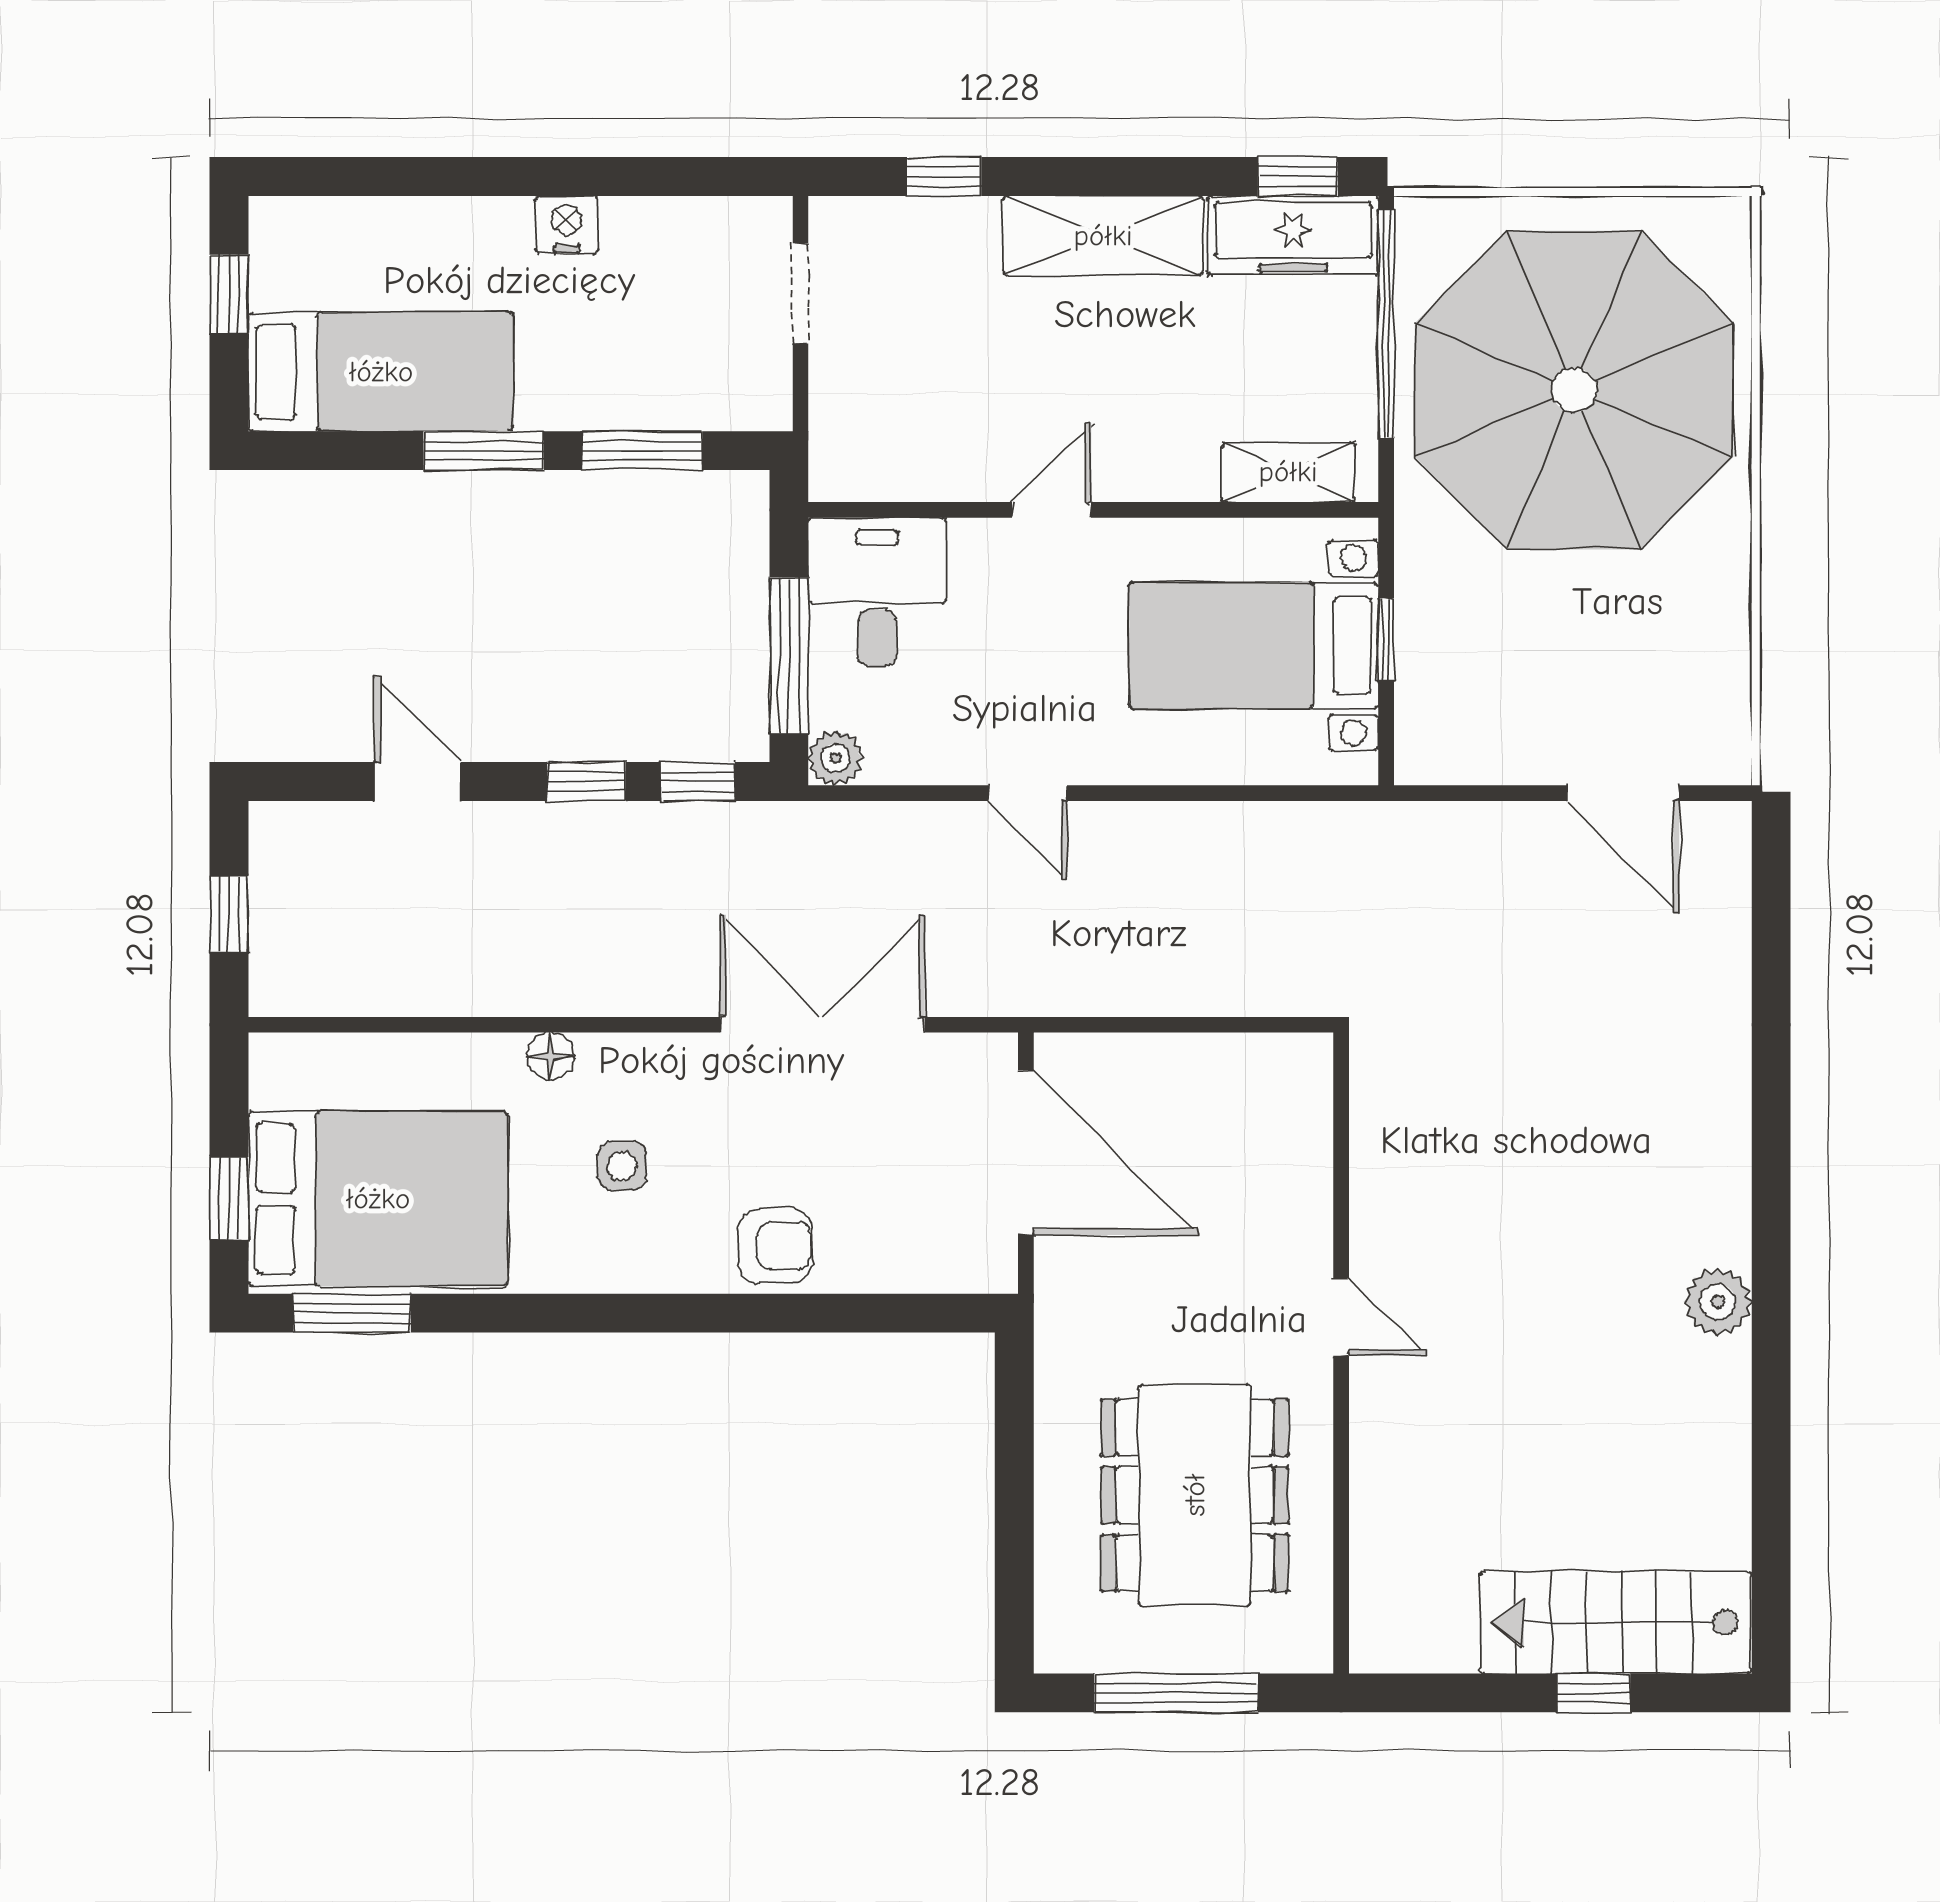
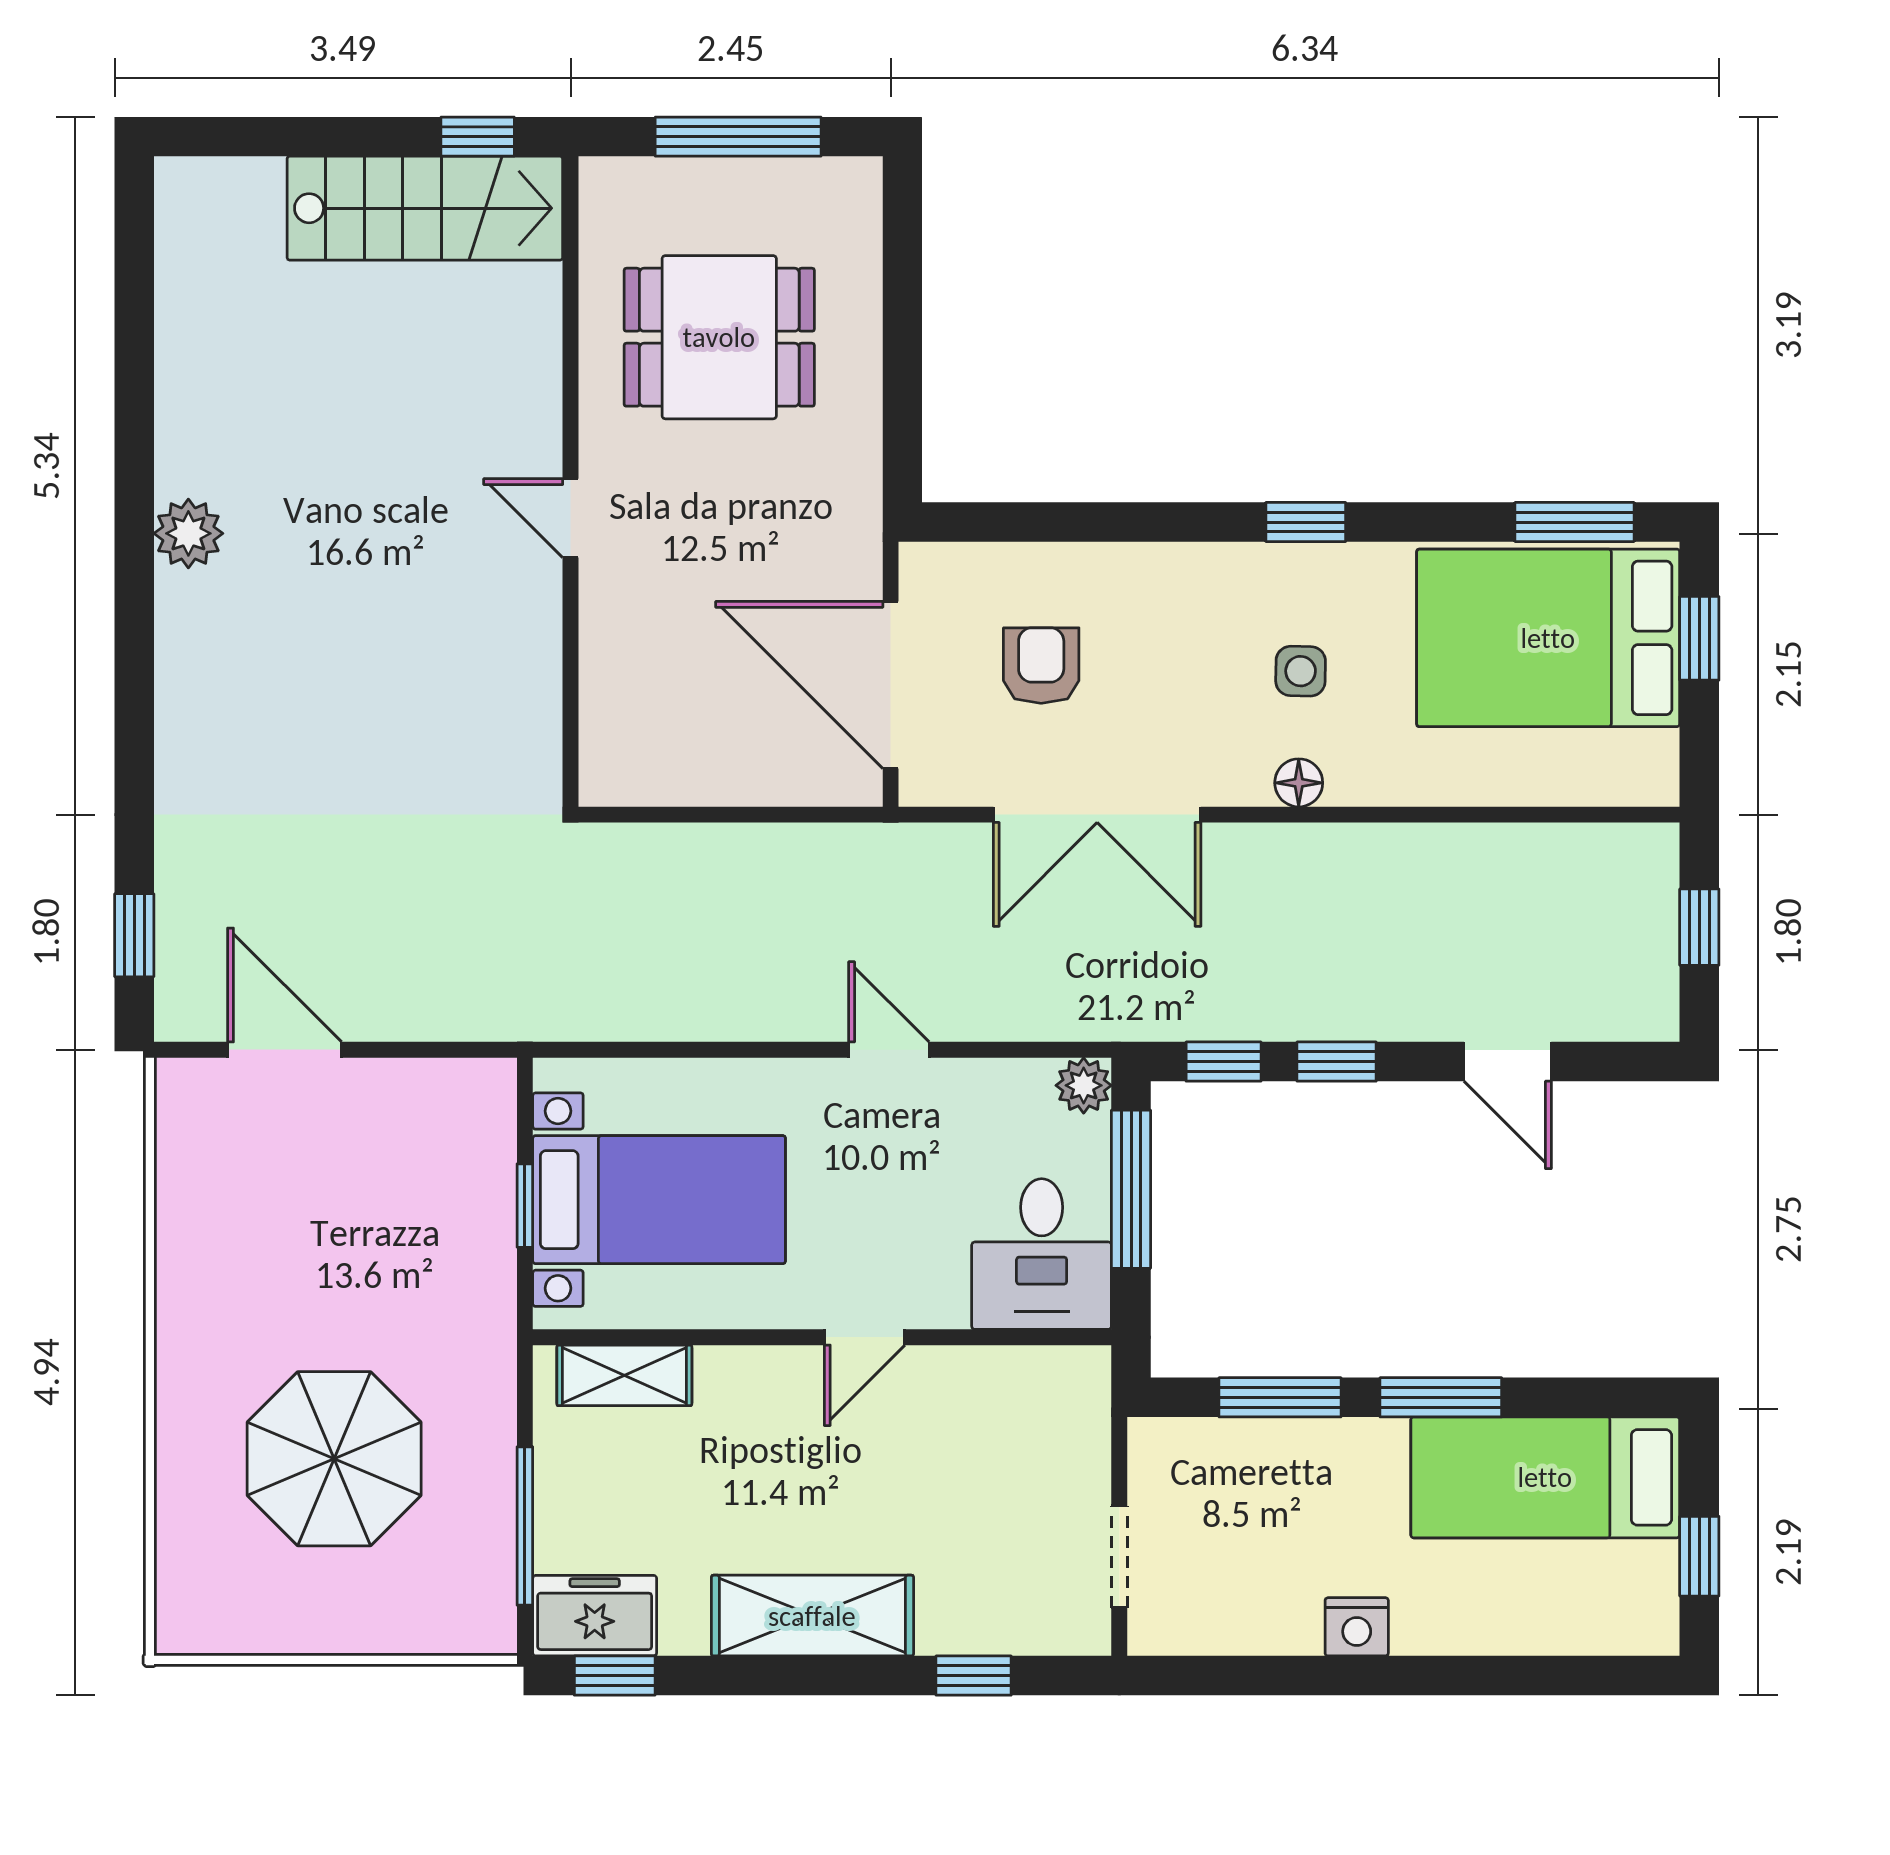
freezer: (1293, 235) -> (595, 1616), width x0.71
window: (1386, 324) -> (525, 1526), width x0.68
parasol: (1574, 390) -> (334, 1459), width x0.54, depth x0.54
window: (1771, 906) -> (134, 935), added
floor lamp: (550, 1056) -> (1299, 783), moved
armchair: (775, 1246) -> (1041, 666), moved, turned 90
window: (617, 1313) -> (1306, 522), added
dining table: (1195, 1495) -> (719, 337), width x0.73
stairs: (1616, 1622) -> (425, 208), moved
window: (1594, 1693) -> (478, 137), moved

